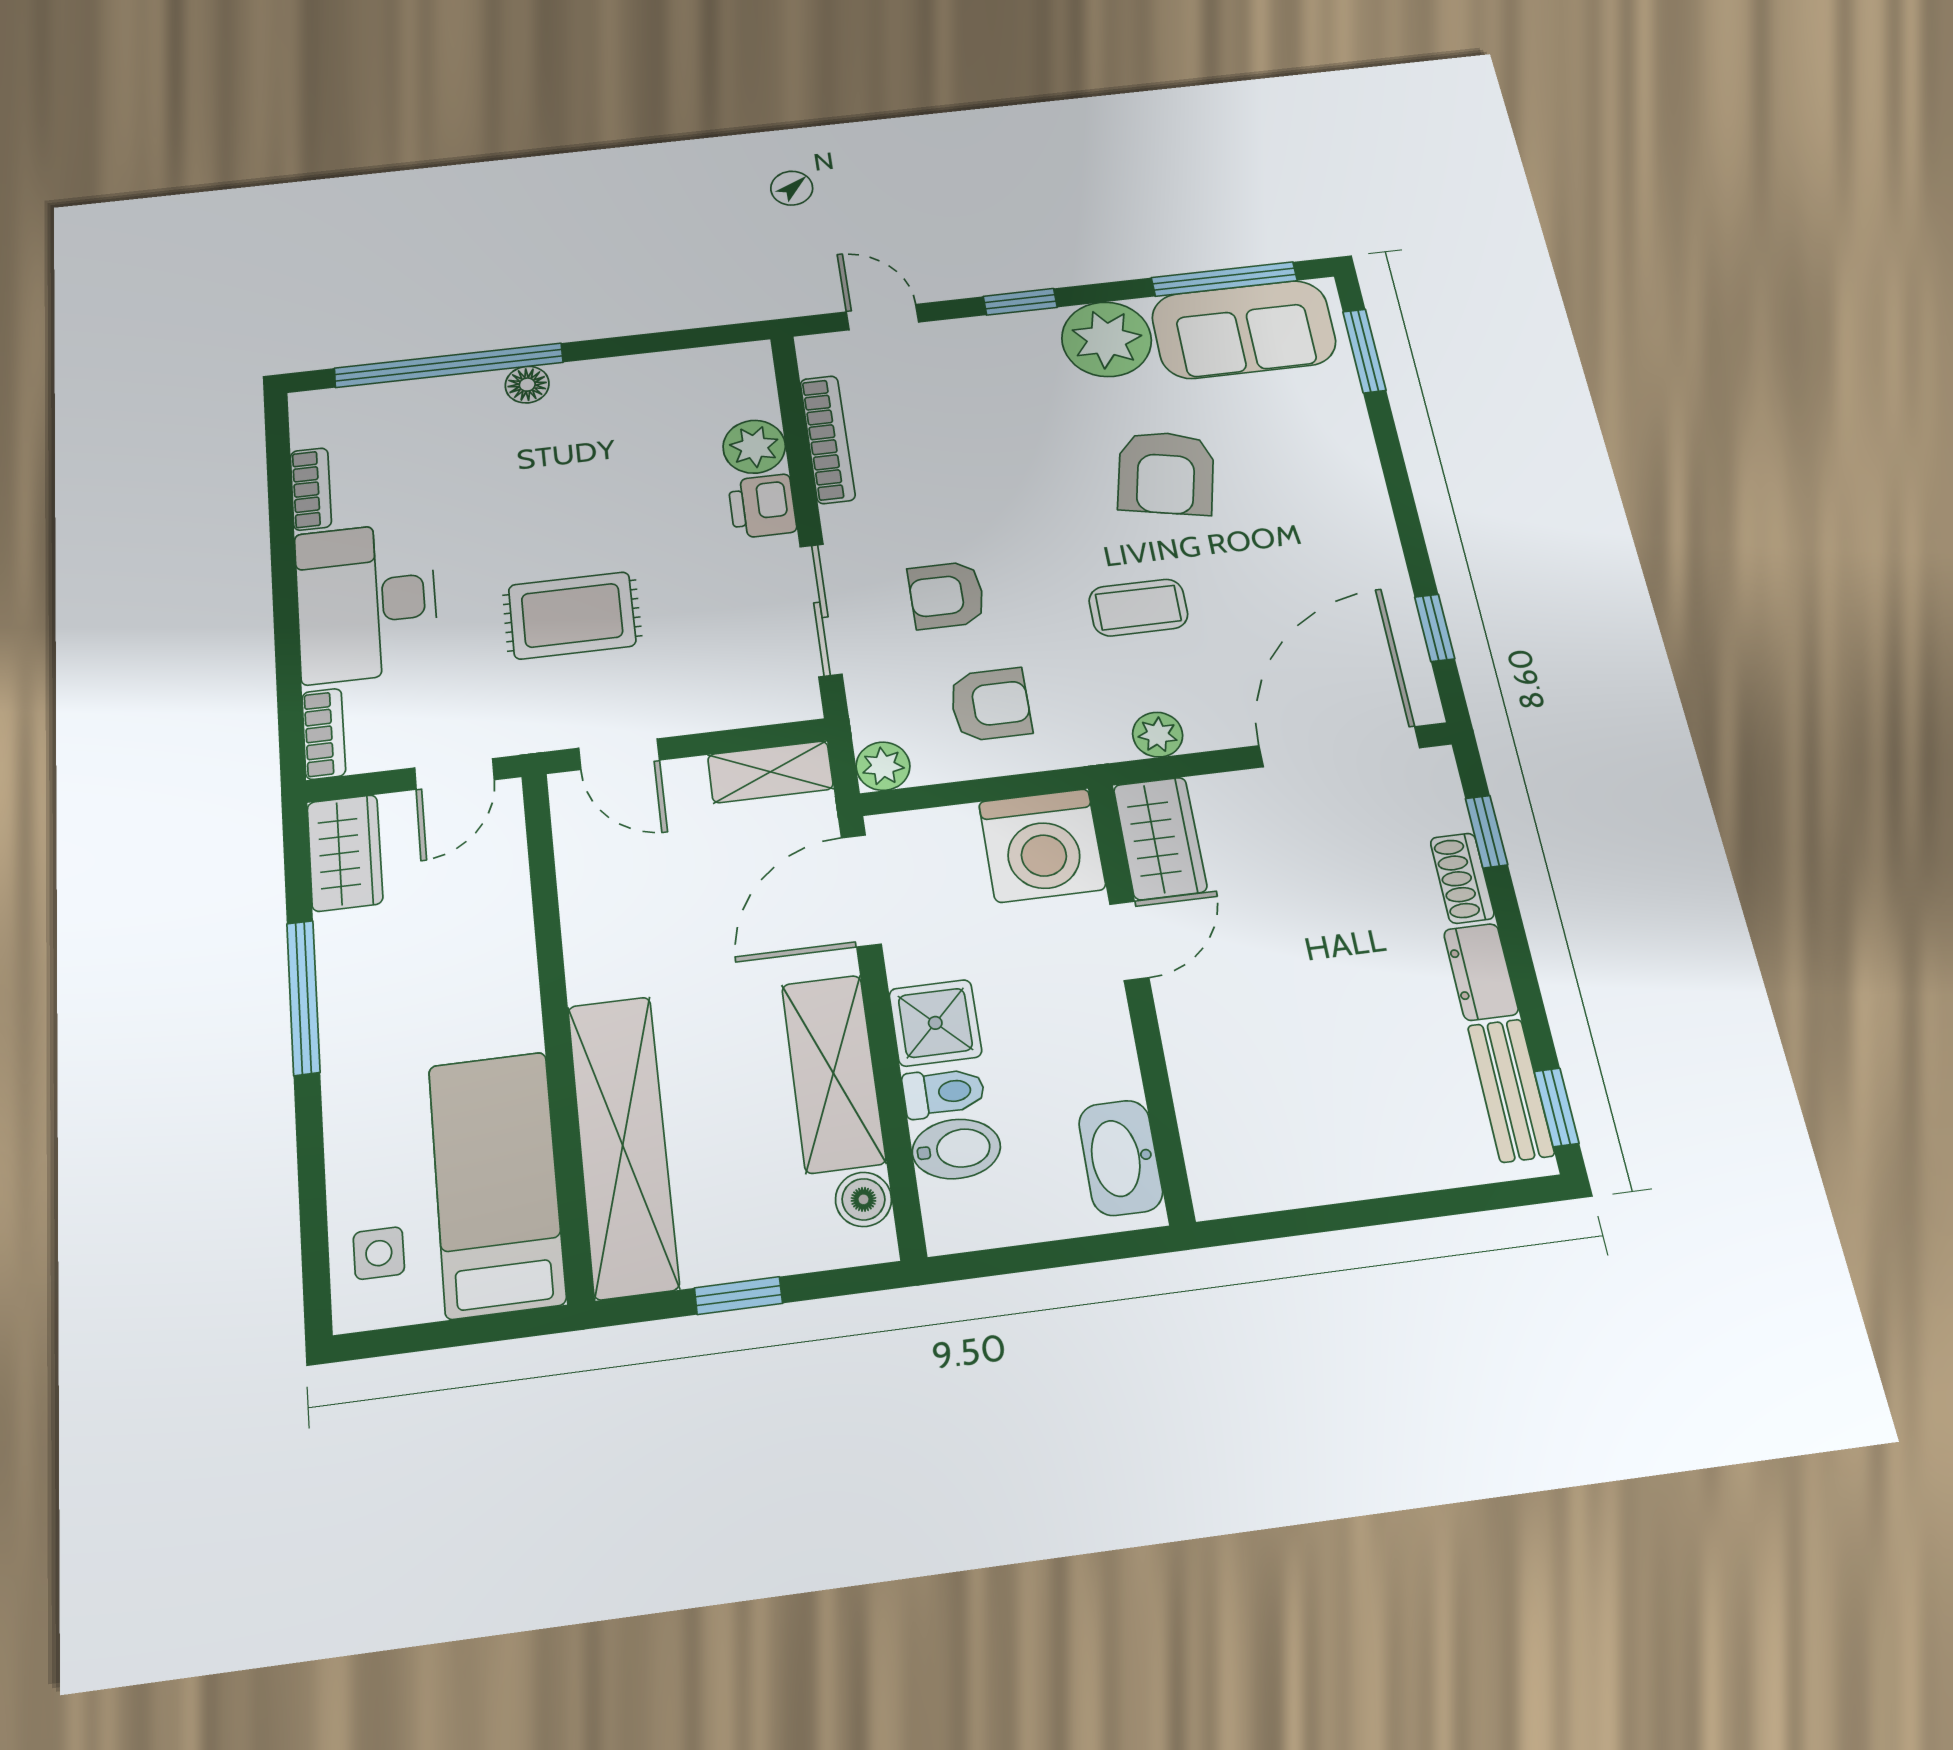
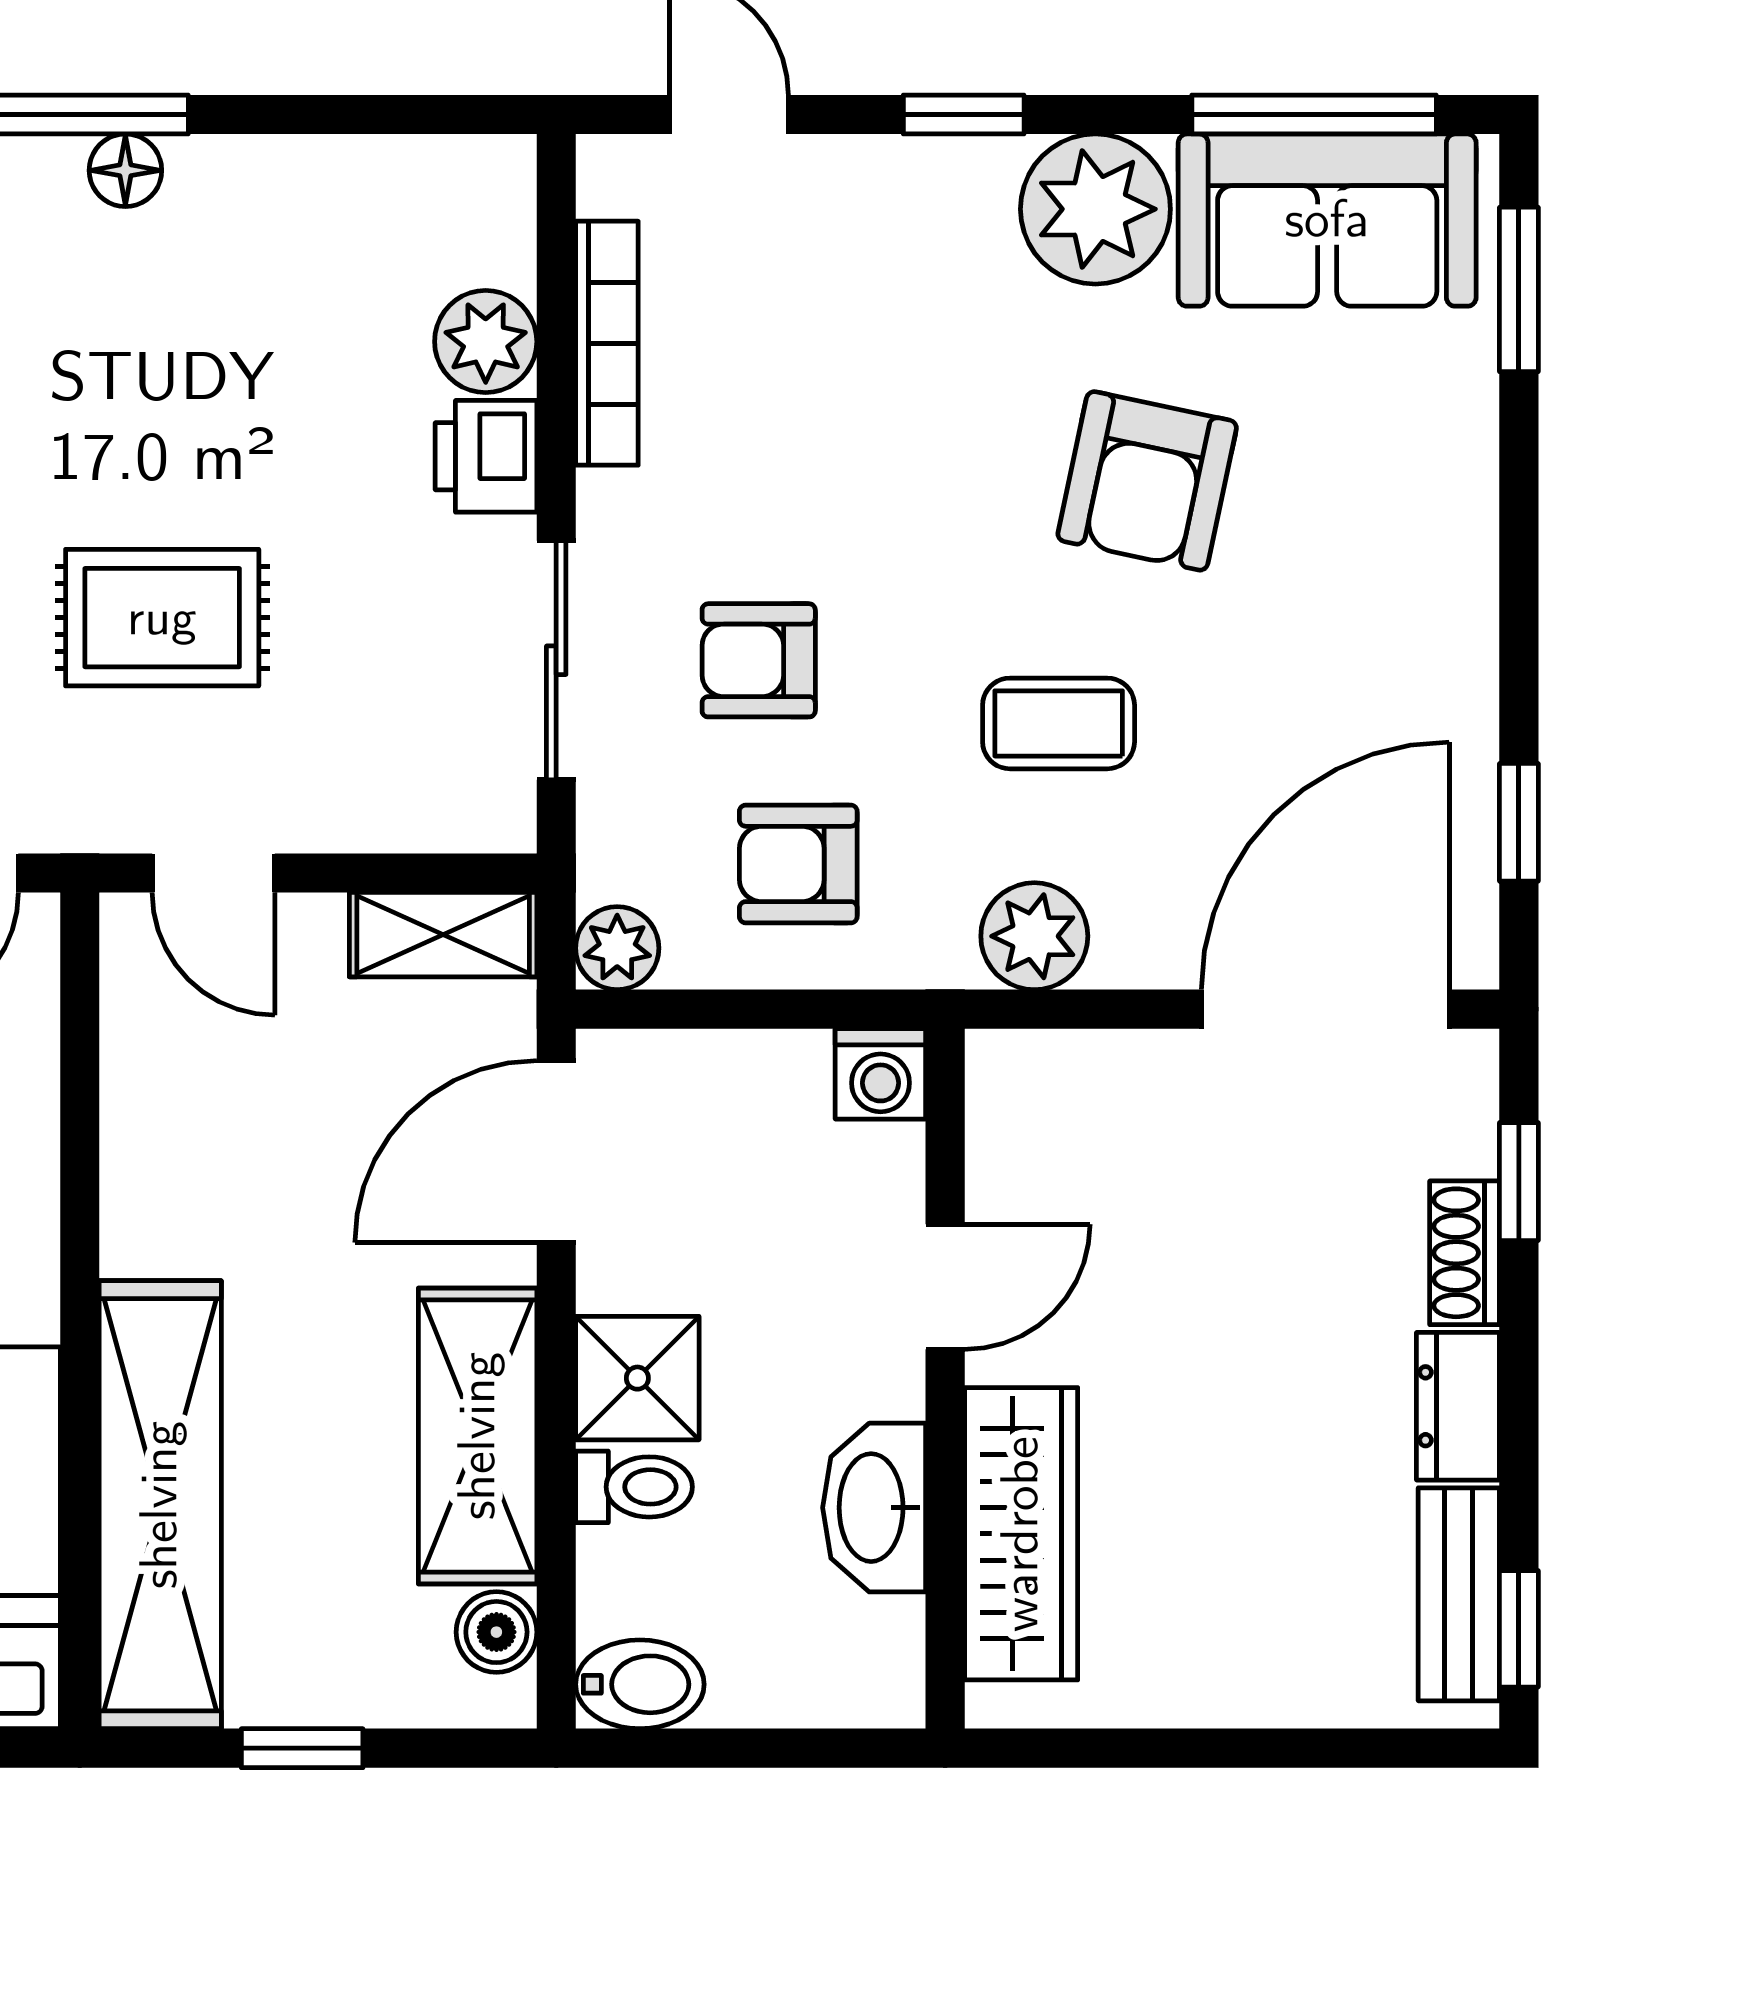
armchair: (990, 705) -> (798, 864), turned 180
plant: (1158, 735) -> (1034, 936), width x1.38, depth x1.38
wardrobe: (1160, 838) -> (1021, 1534), moved, width x1.50
washing machine: (1042, 845) -> (880, 1074), width x0.53, depth x0.53
bidet: (956, 1149) -> (640, 1684), moved
washbasin: (1121, 1158) -> (874, 1508), moved

